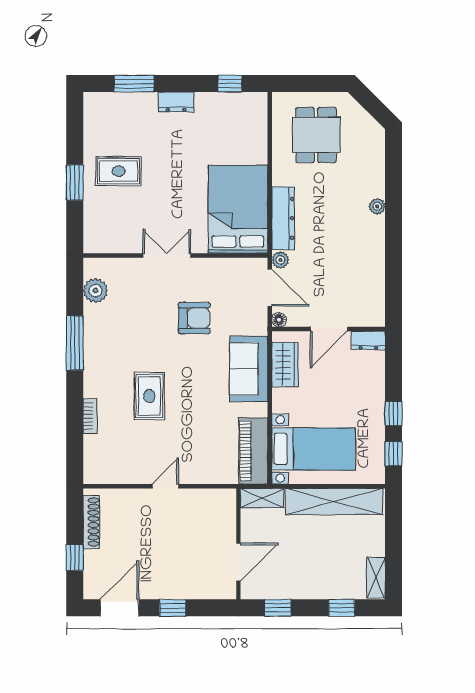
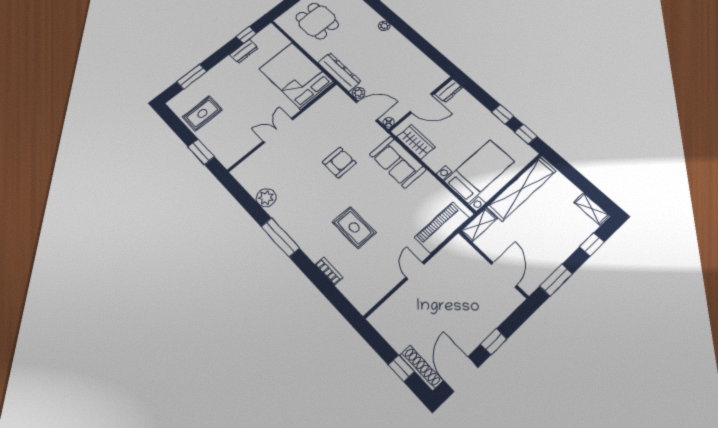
dresser: (176, 102) -> (244, 51), moved
rug: (118, 171) -> (202, 113), moved
bed: (238, 209) -> (297, 76), moved
double door: (167, 256) -> (278, 130), moved
wall: (175, 256) -> (283, 126), moved
door: (329, 329) -> (421, 103), hinge flipped
piano: (253, 451) -> (442, 227), moved, turned 90
shoe rack: (91, 522) -> (421, 368), moved
window: (278, 608) -> (556, 280), width x1.50

